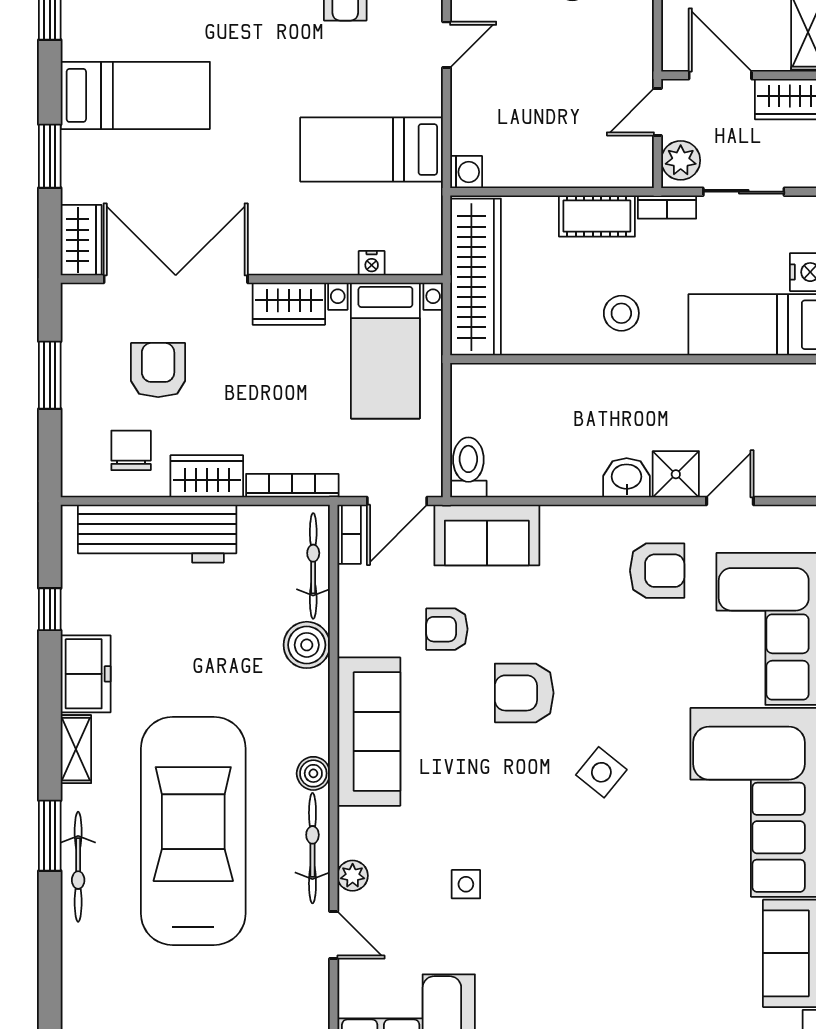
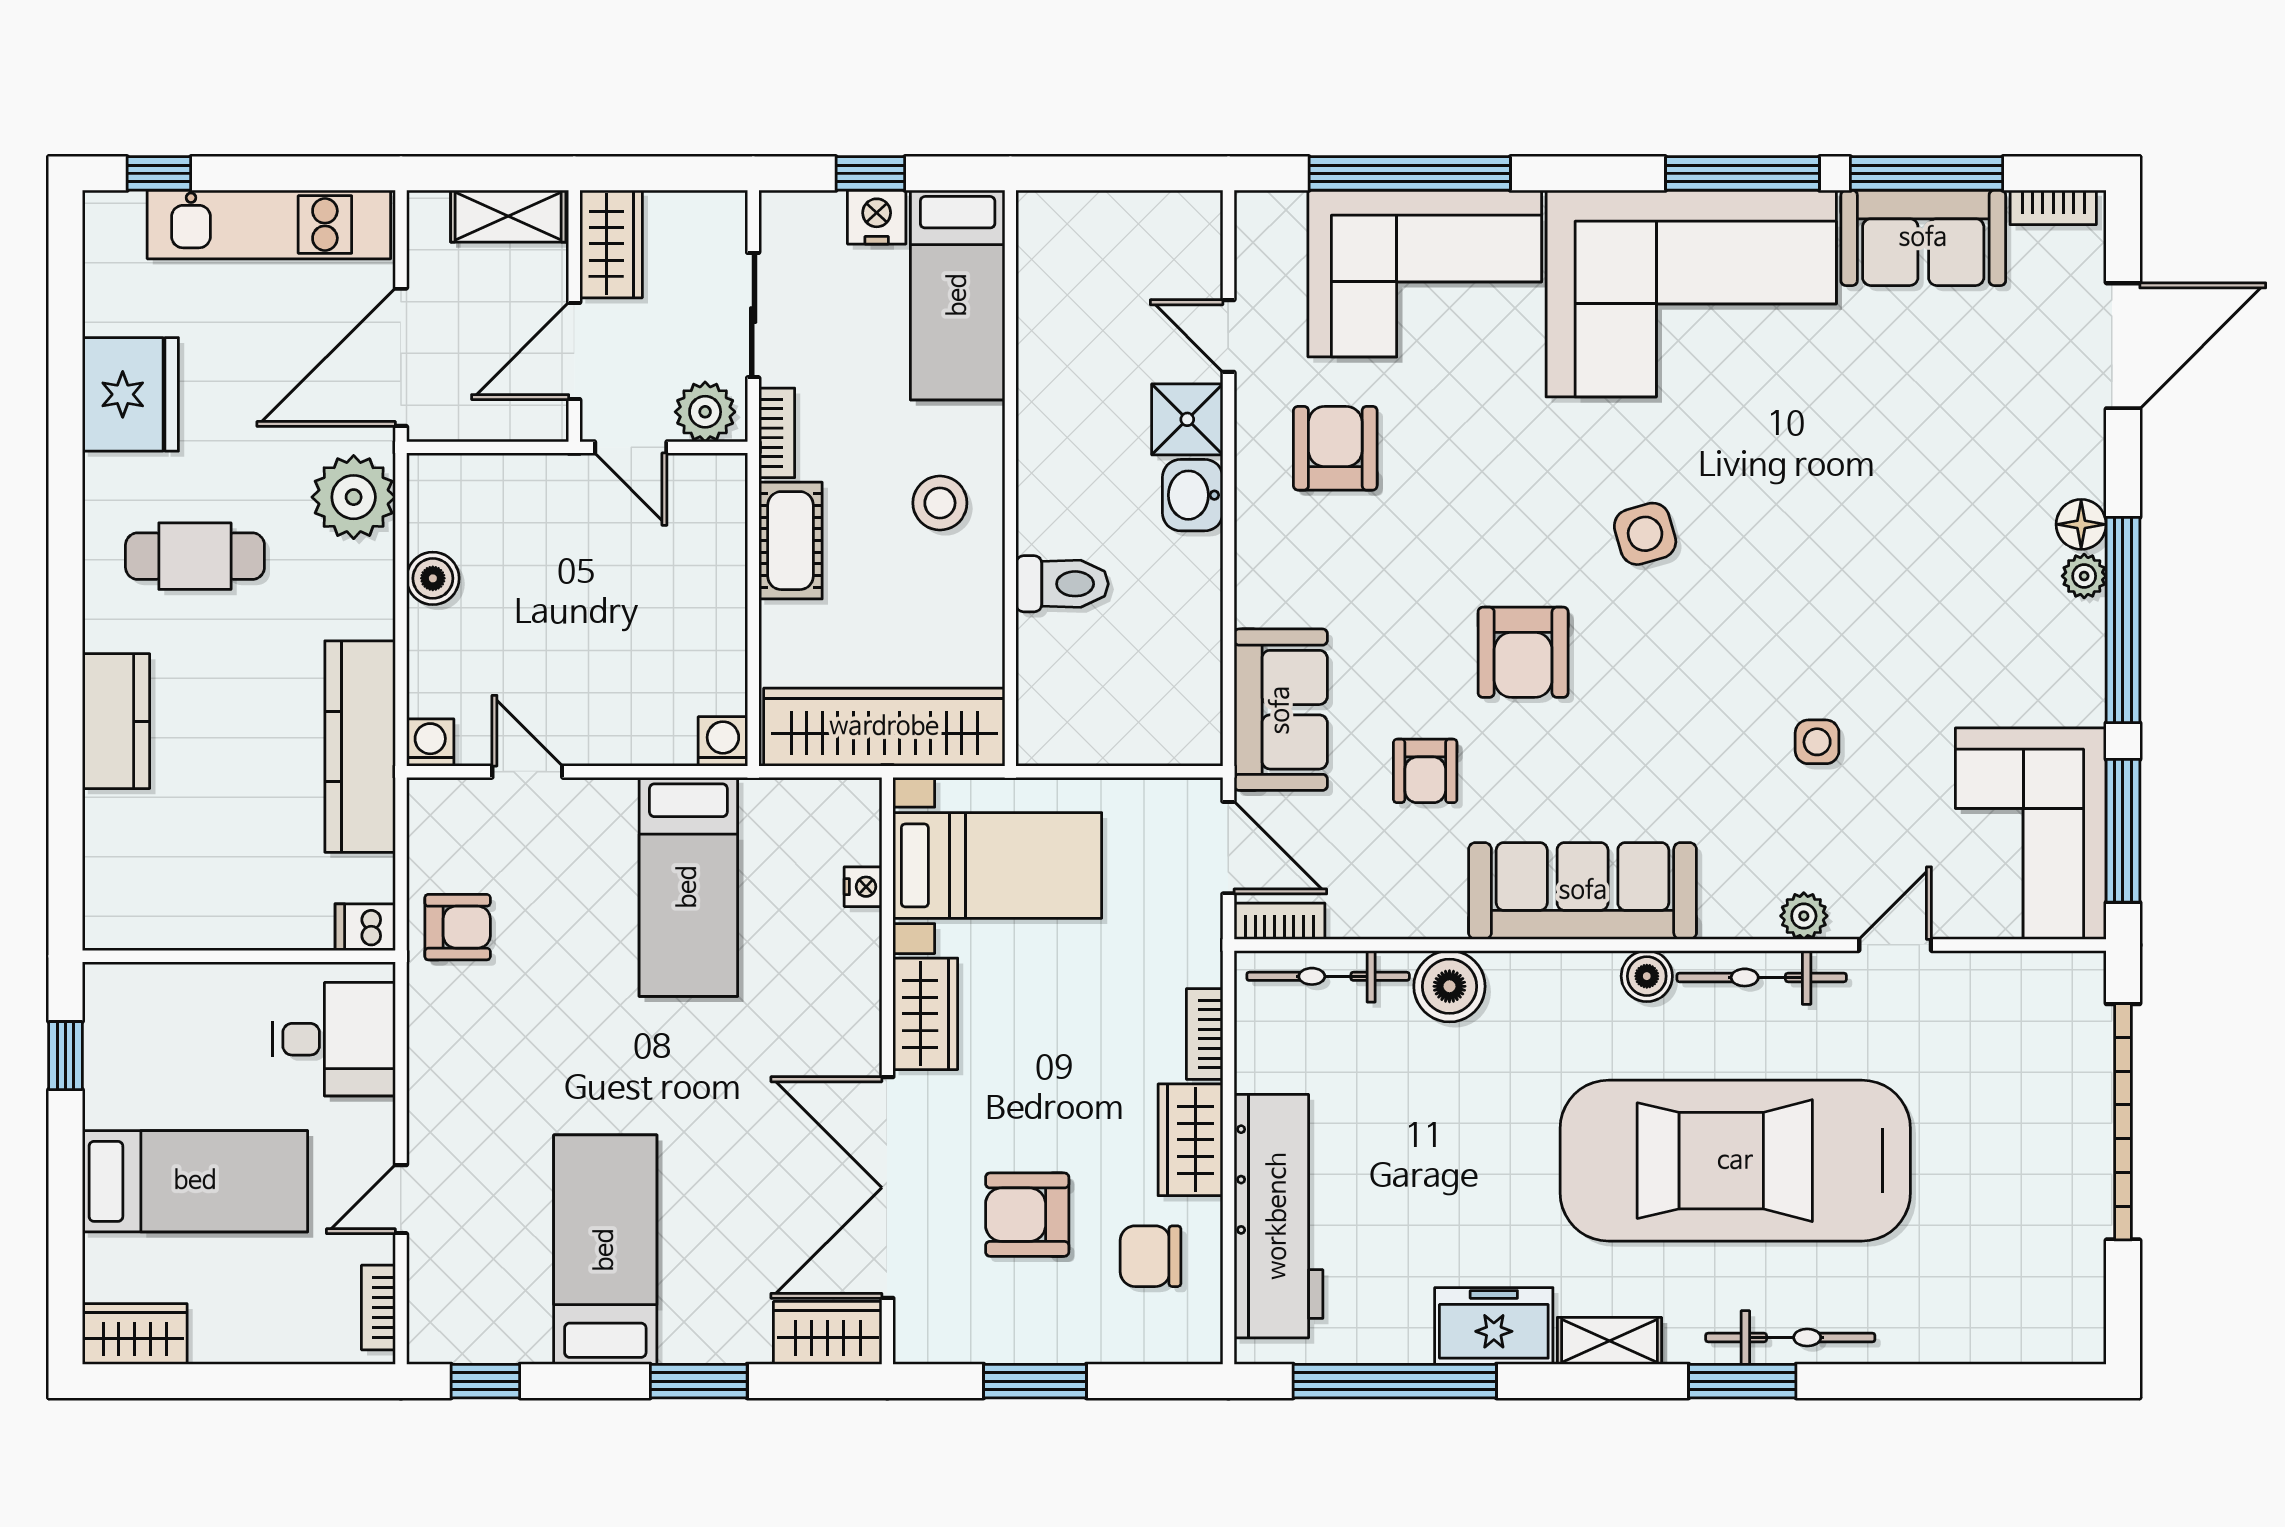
toilet: (468, 467) -> (1062, 584), moved, turned 180
bookcase: (292, 486) -> (1205, 1034), width x0.64
window: (50, 609) -> (1395, 1381), width x3.17
side table: (601, 772) -> (1645, 534), turned 35

